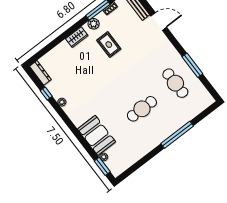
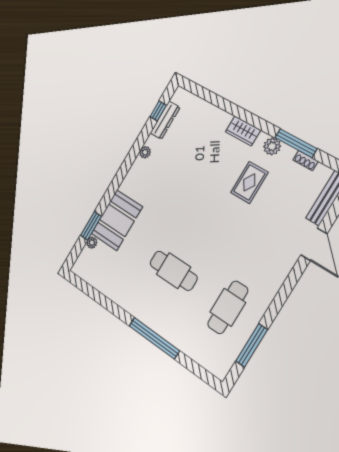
window: (192, 65) -> (252, 345), moved
dresser: (40, 73) -> (165, 120), moved
window: (46, 93) -> (158, 111), moved
window: (102, 166) -> (91, 226), moved

